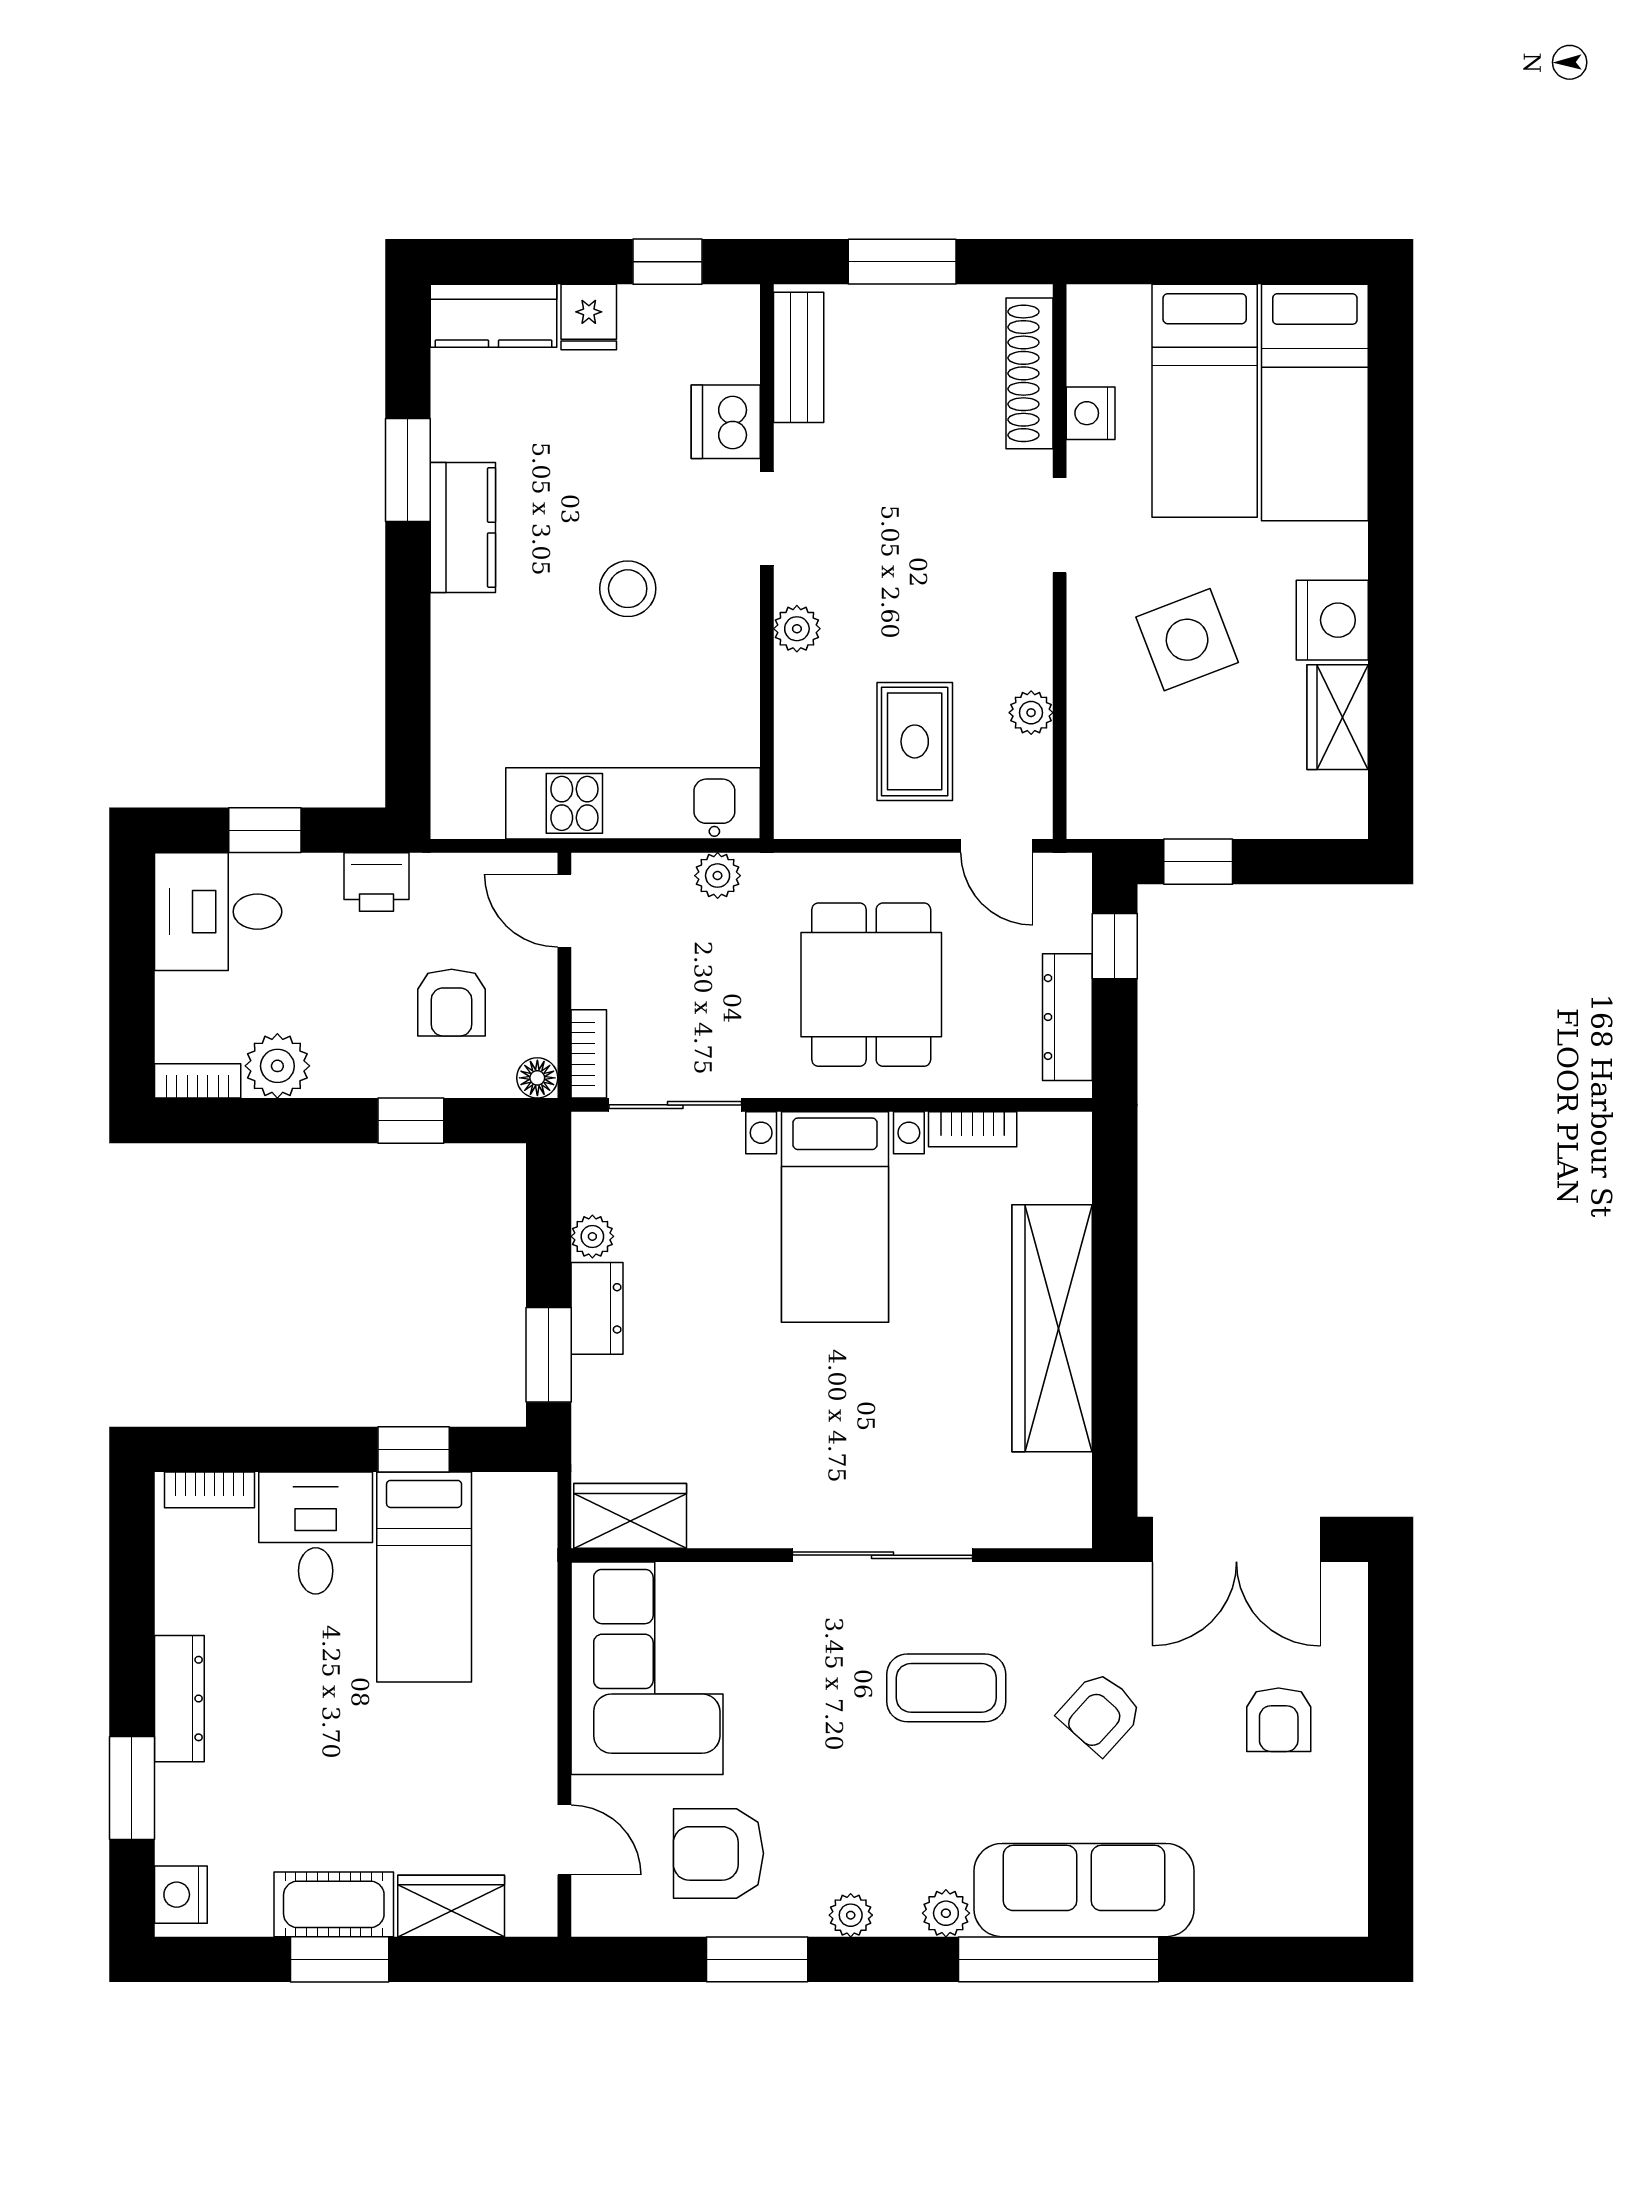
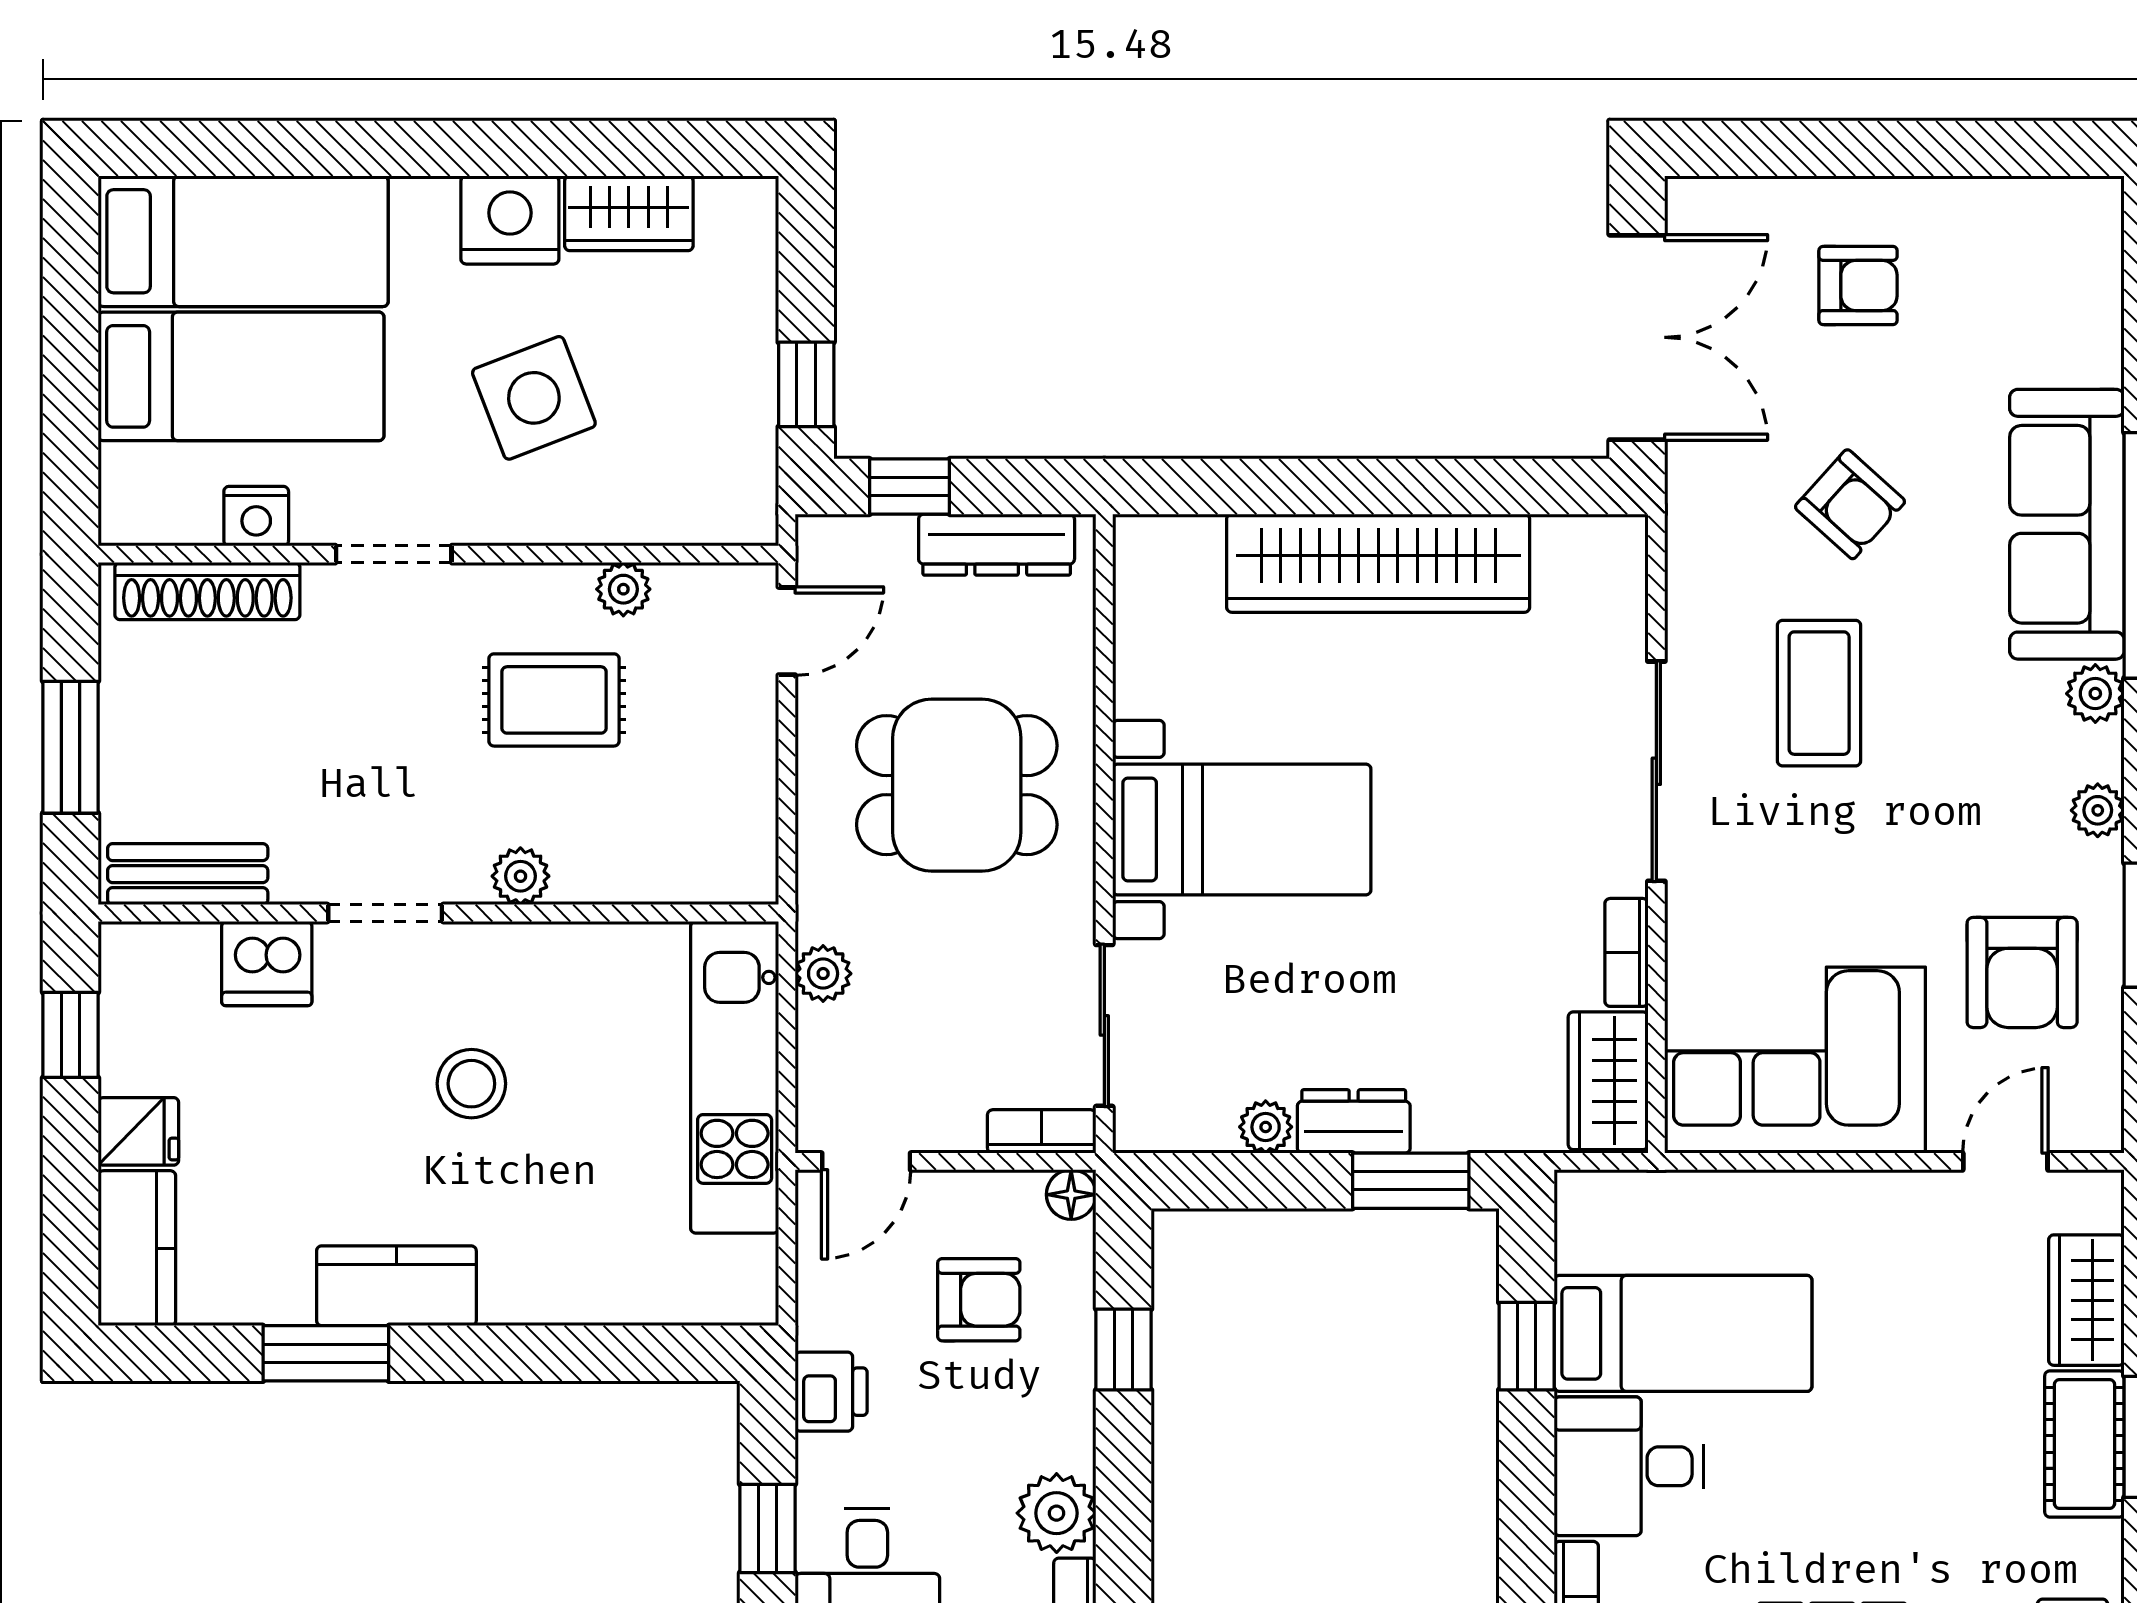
rug: (915, 741) -> (554, 700), moved
bookcase: (973, 1129) -> (1626, 952), moved, turned 180

